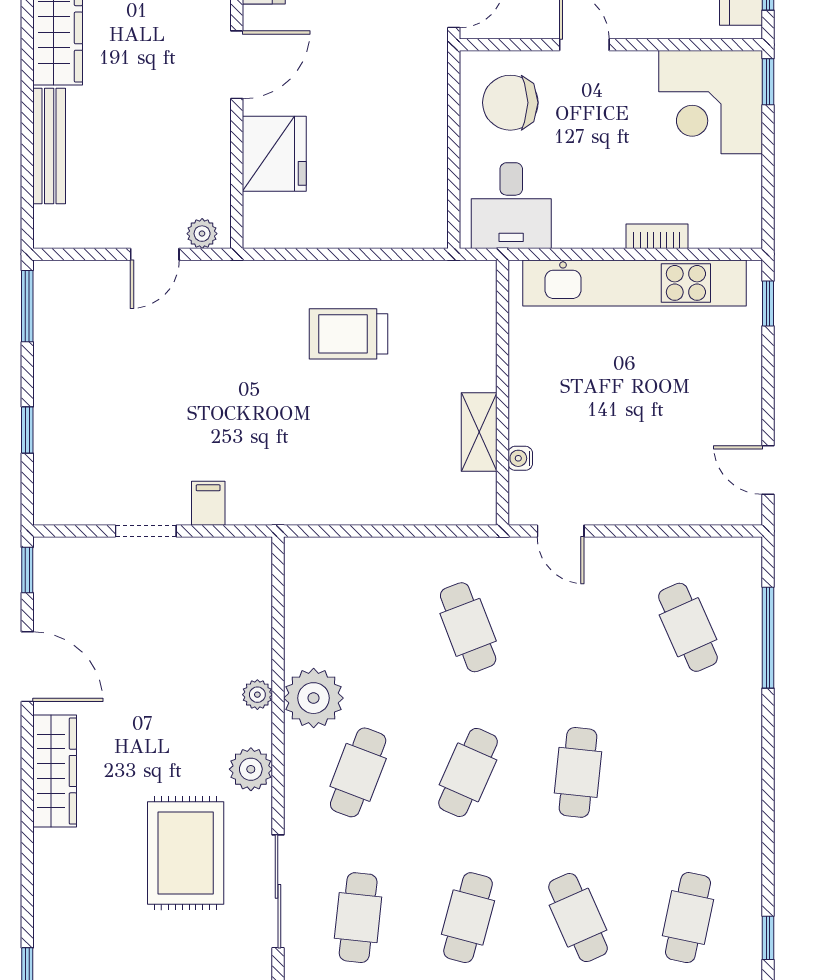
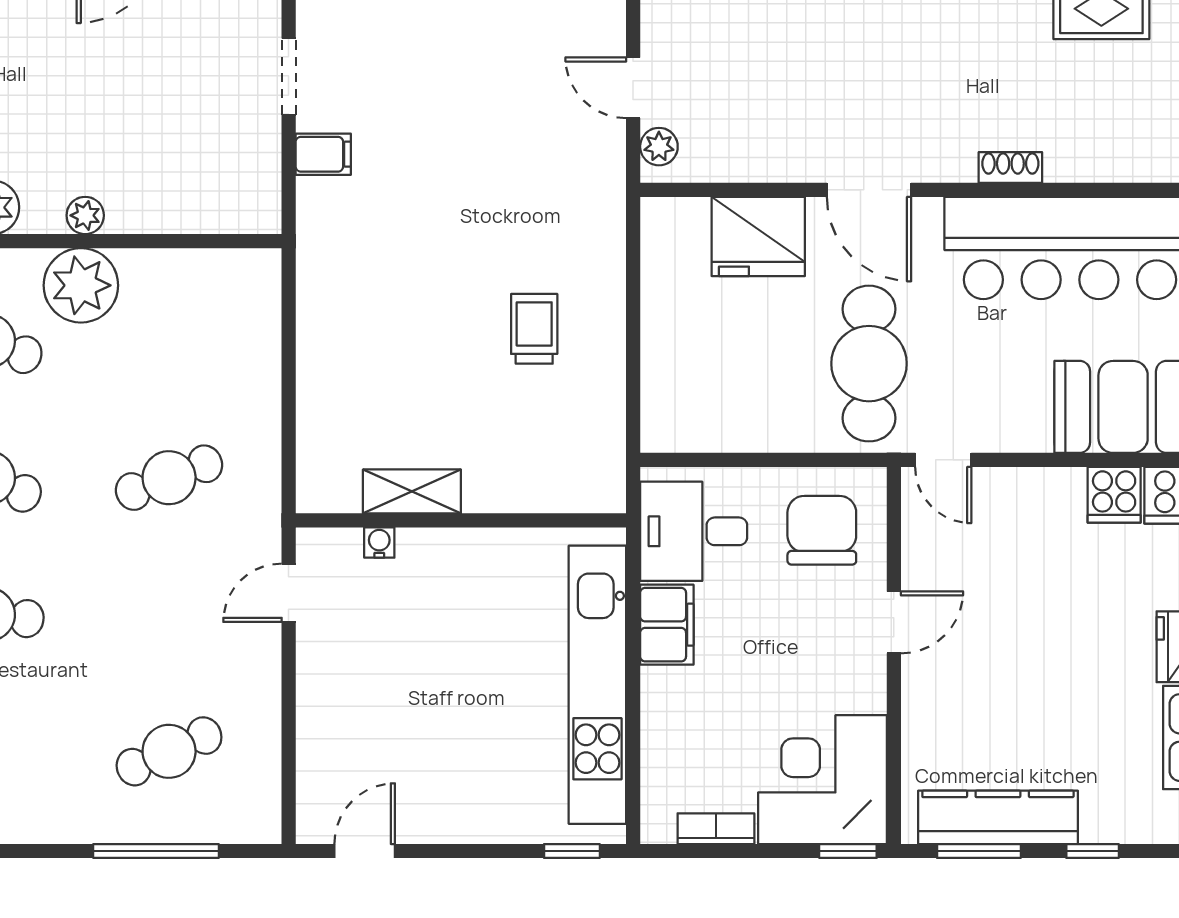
cafe table: (376, 65) -> (869, 364), added
filing cabinet: (586, 227) -> (667, 625), added
bookcase: (657, 236) -> (716, 829), moved, turned -90
trolley: (348, 334) -> (534, 329), width x0.73, depth x0.72

